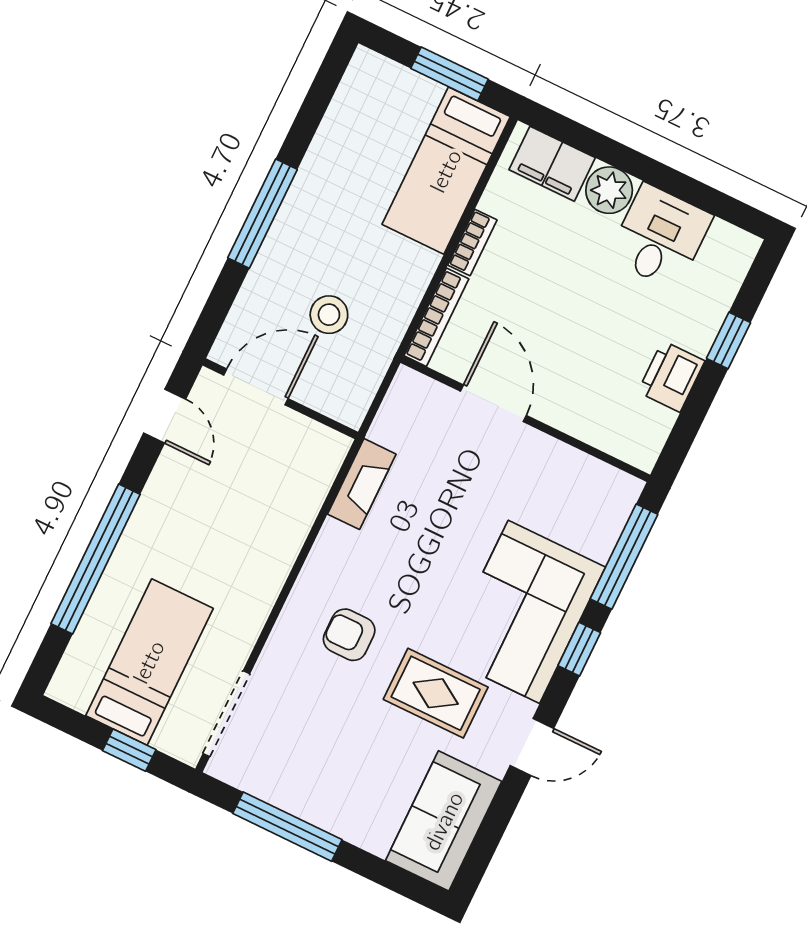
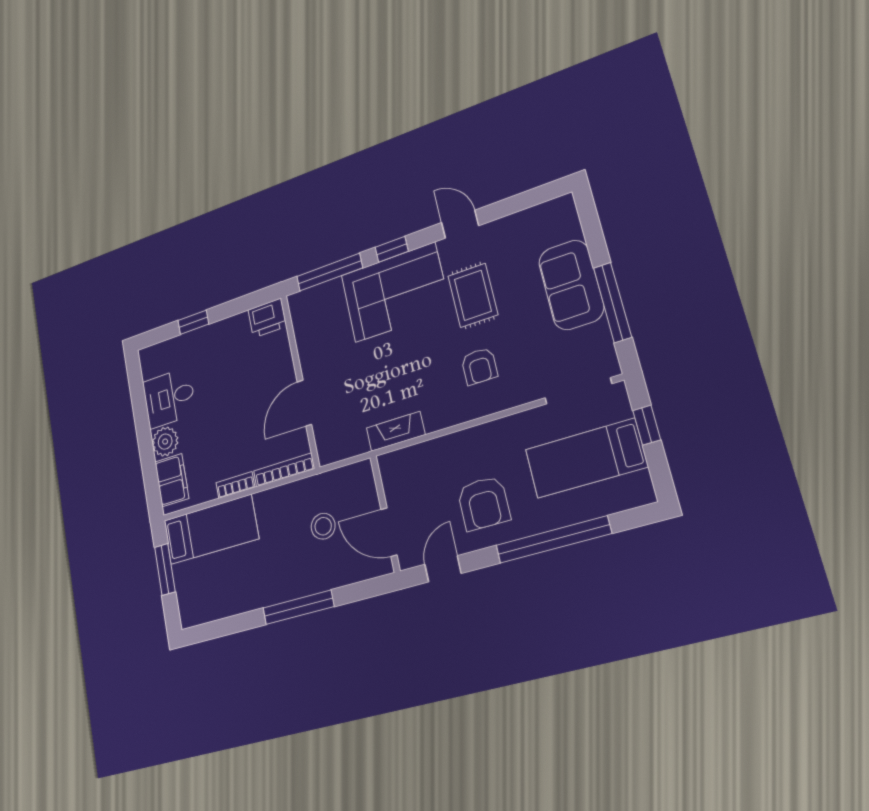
printer: (671, 376) -> (267, 318), moved
armchair: (196, 517) -> (484, 503), added
sofa: (444, 821) -> (571, 285), moved, turned 90

